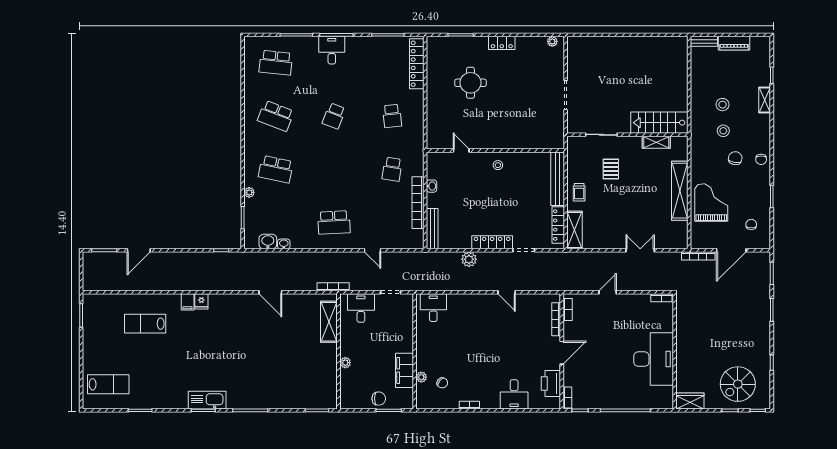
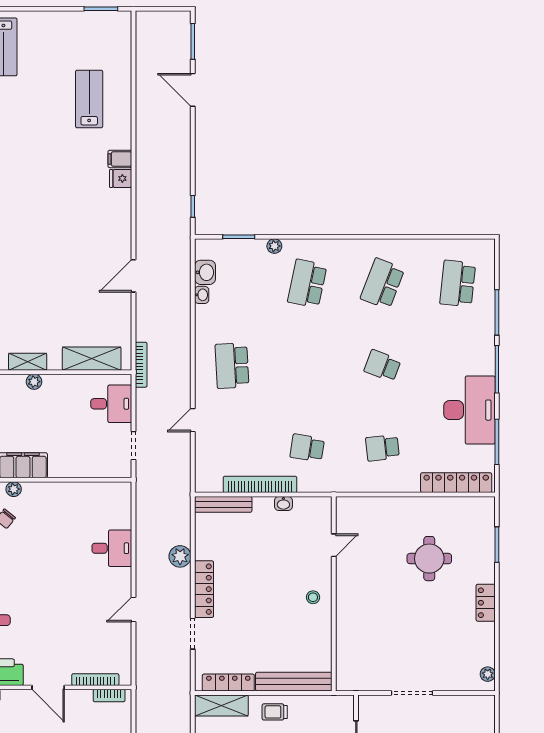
desk: (332, 50) -> (469, 410), moved, width x1.87, depth x1.30
desk: (433, 308) -> (112, 548), moved
shelving: (331, 367) -> (28, 362), added

